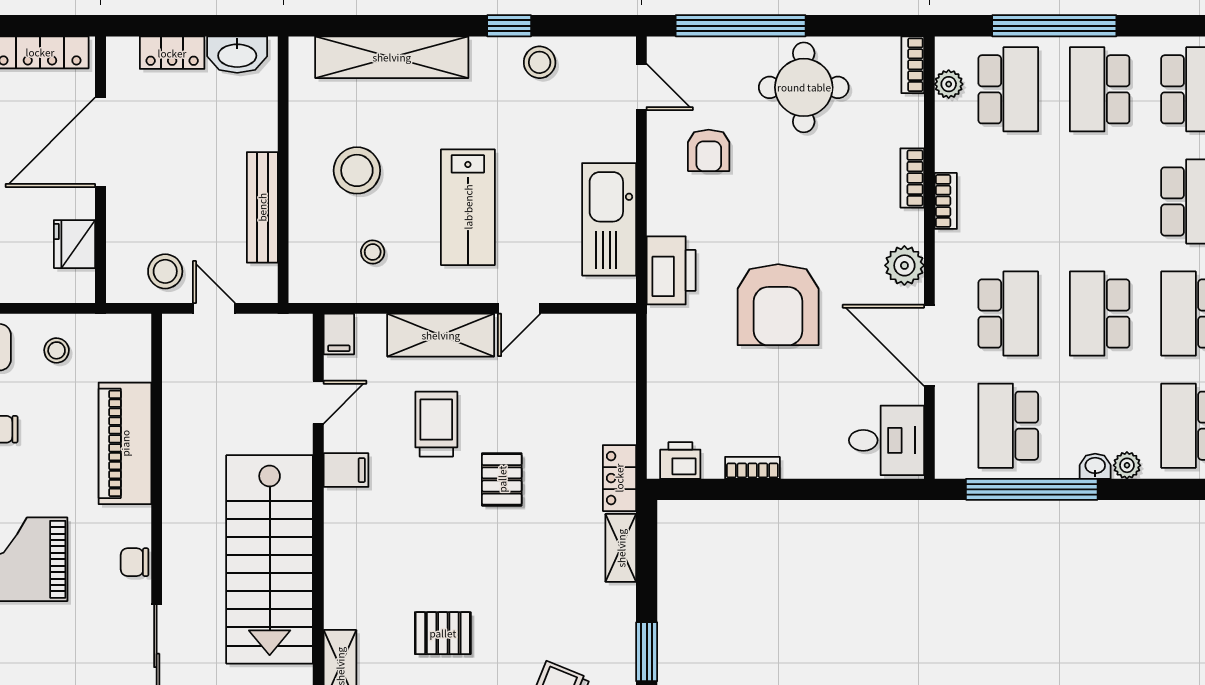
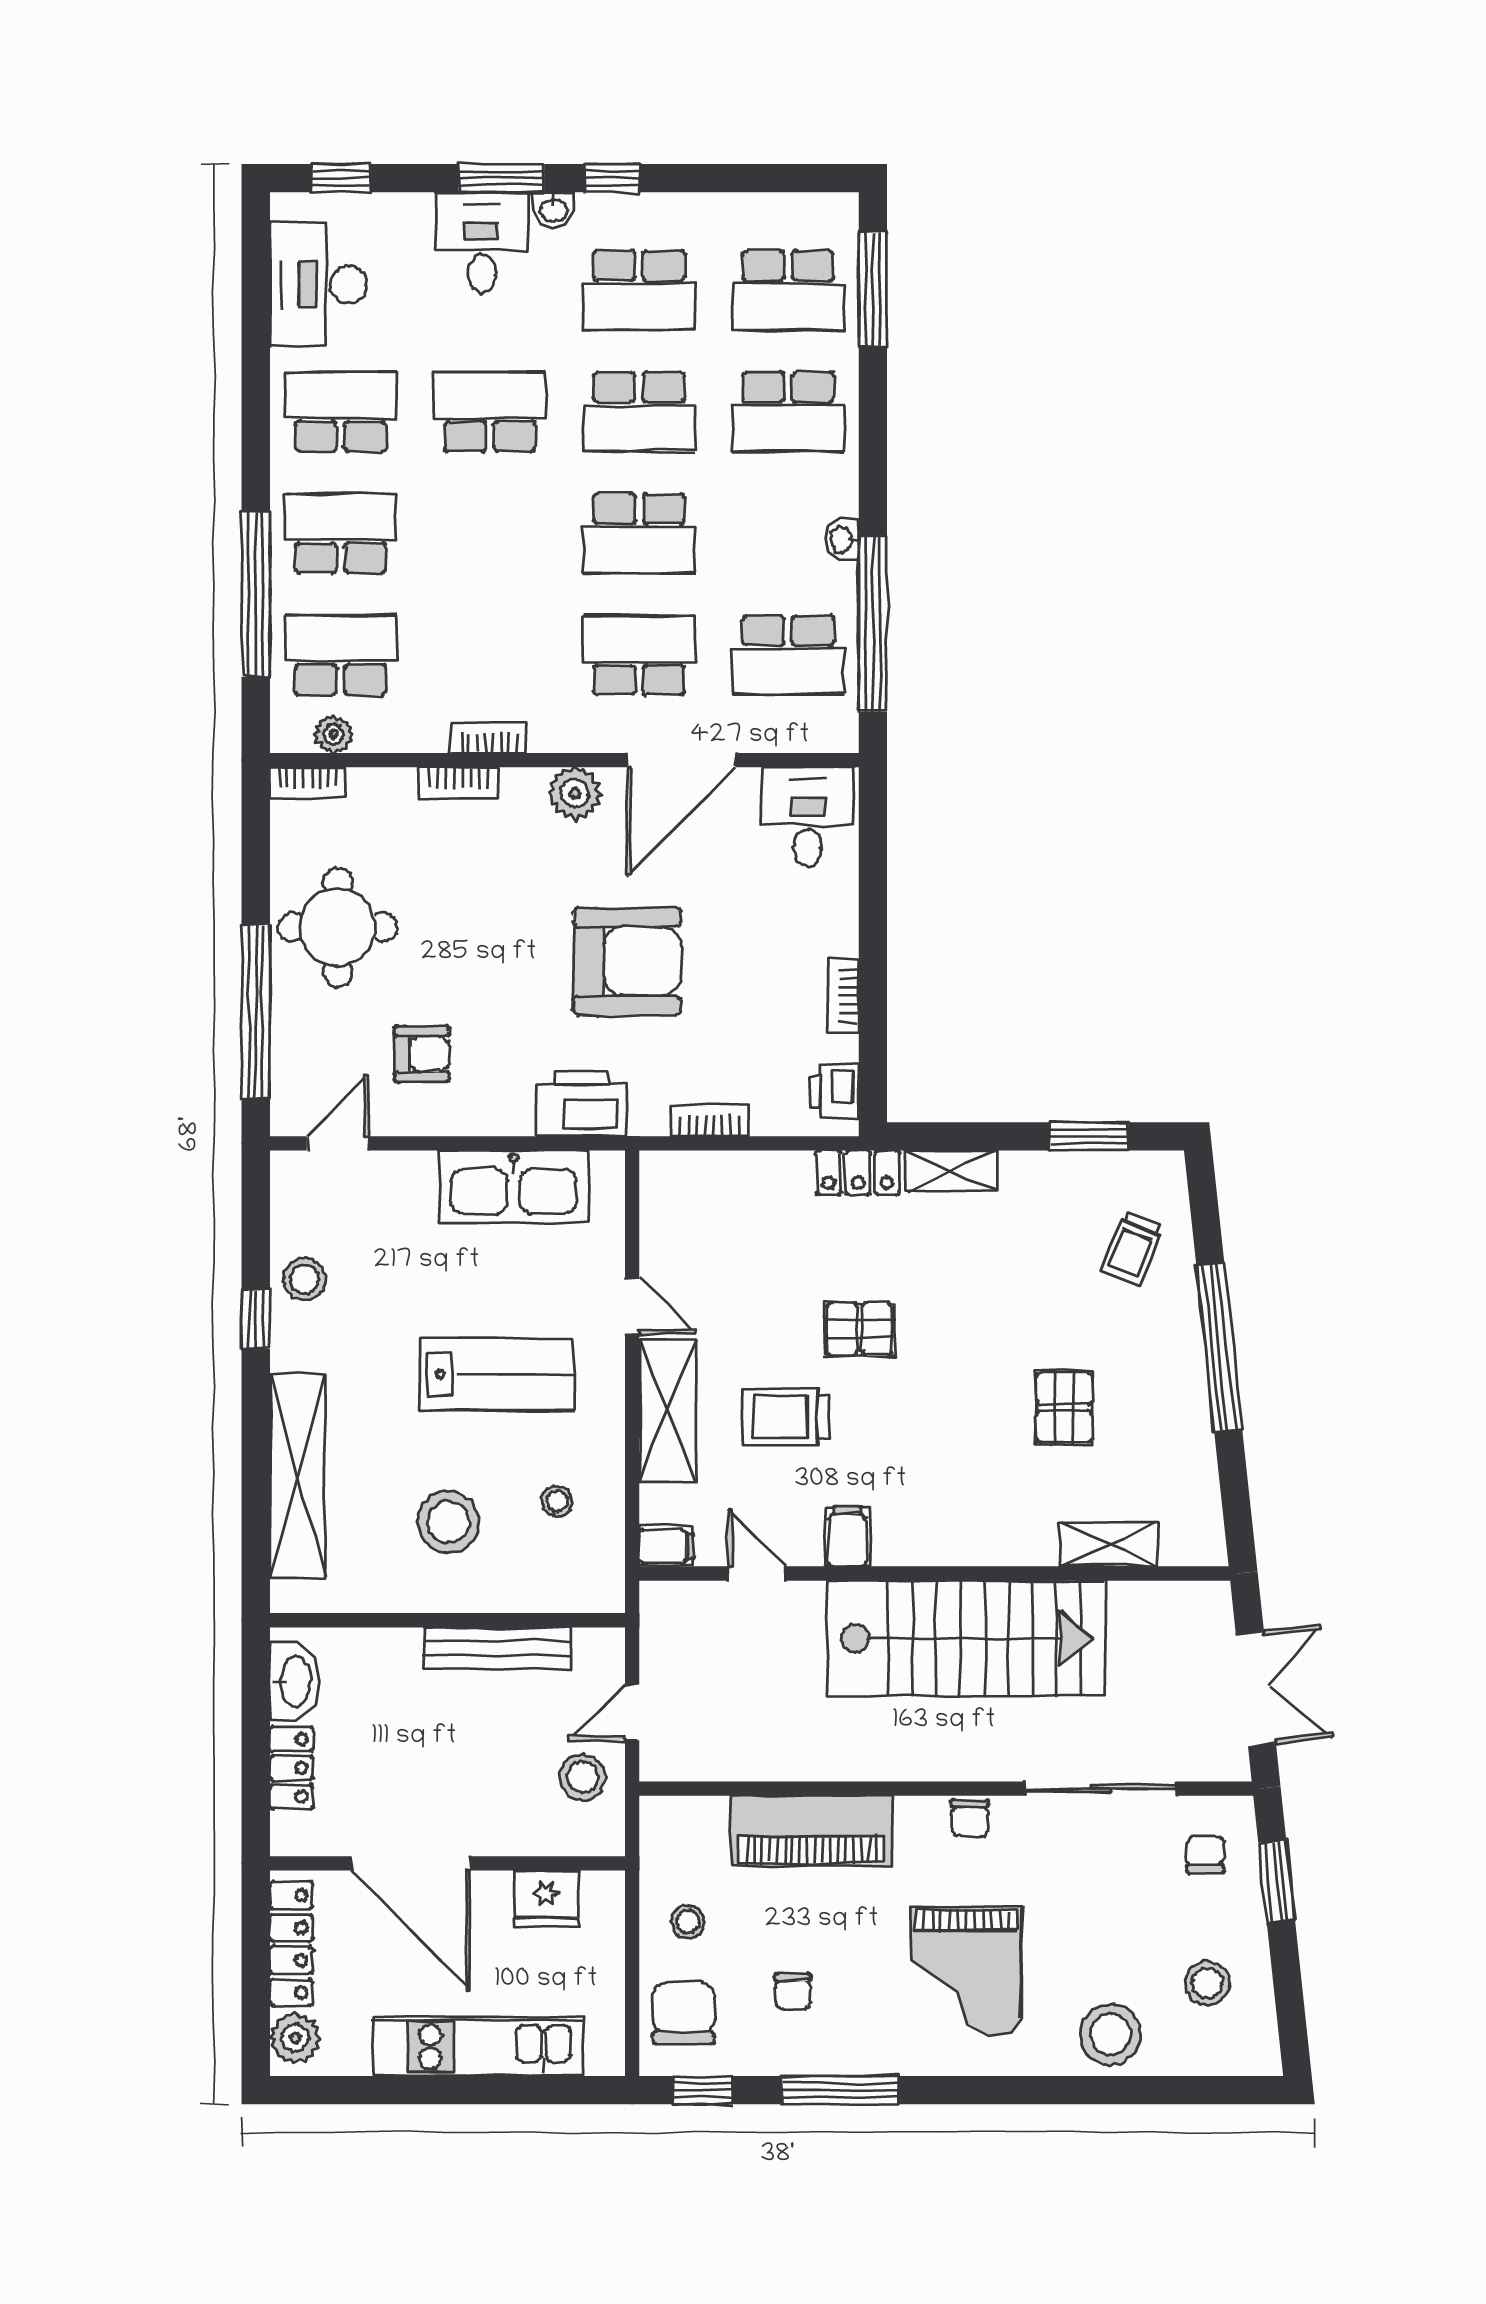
school desk: (1100, 89) -> (340, 533), turned 180
bookcase: (658, 367) -> (710, 1121), added
plant: (1127, 465) -> (841, 497), removed

